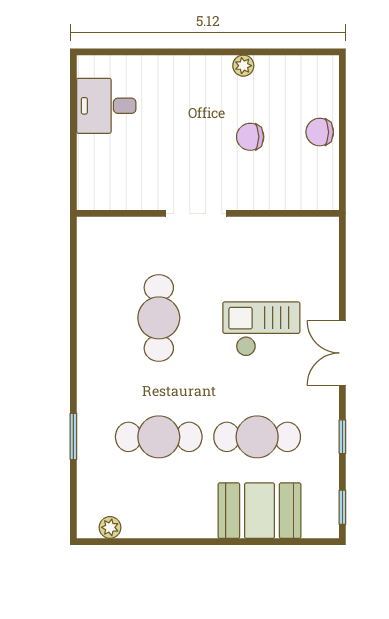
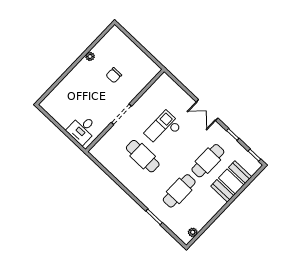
desk: (106, 106) -> (82, 129), moved
chair: (320, 132) -> (133, 52), removed
checkout: (261, 329) -> (163, 129), moved

